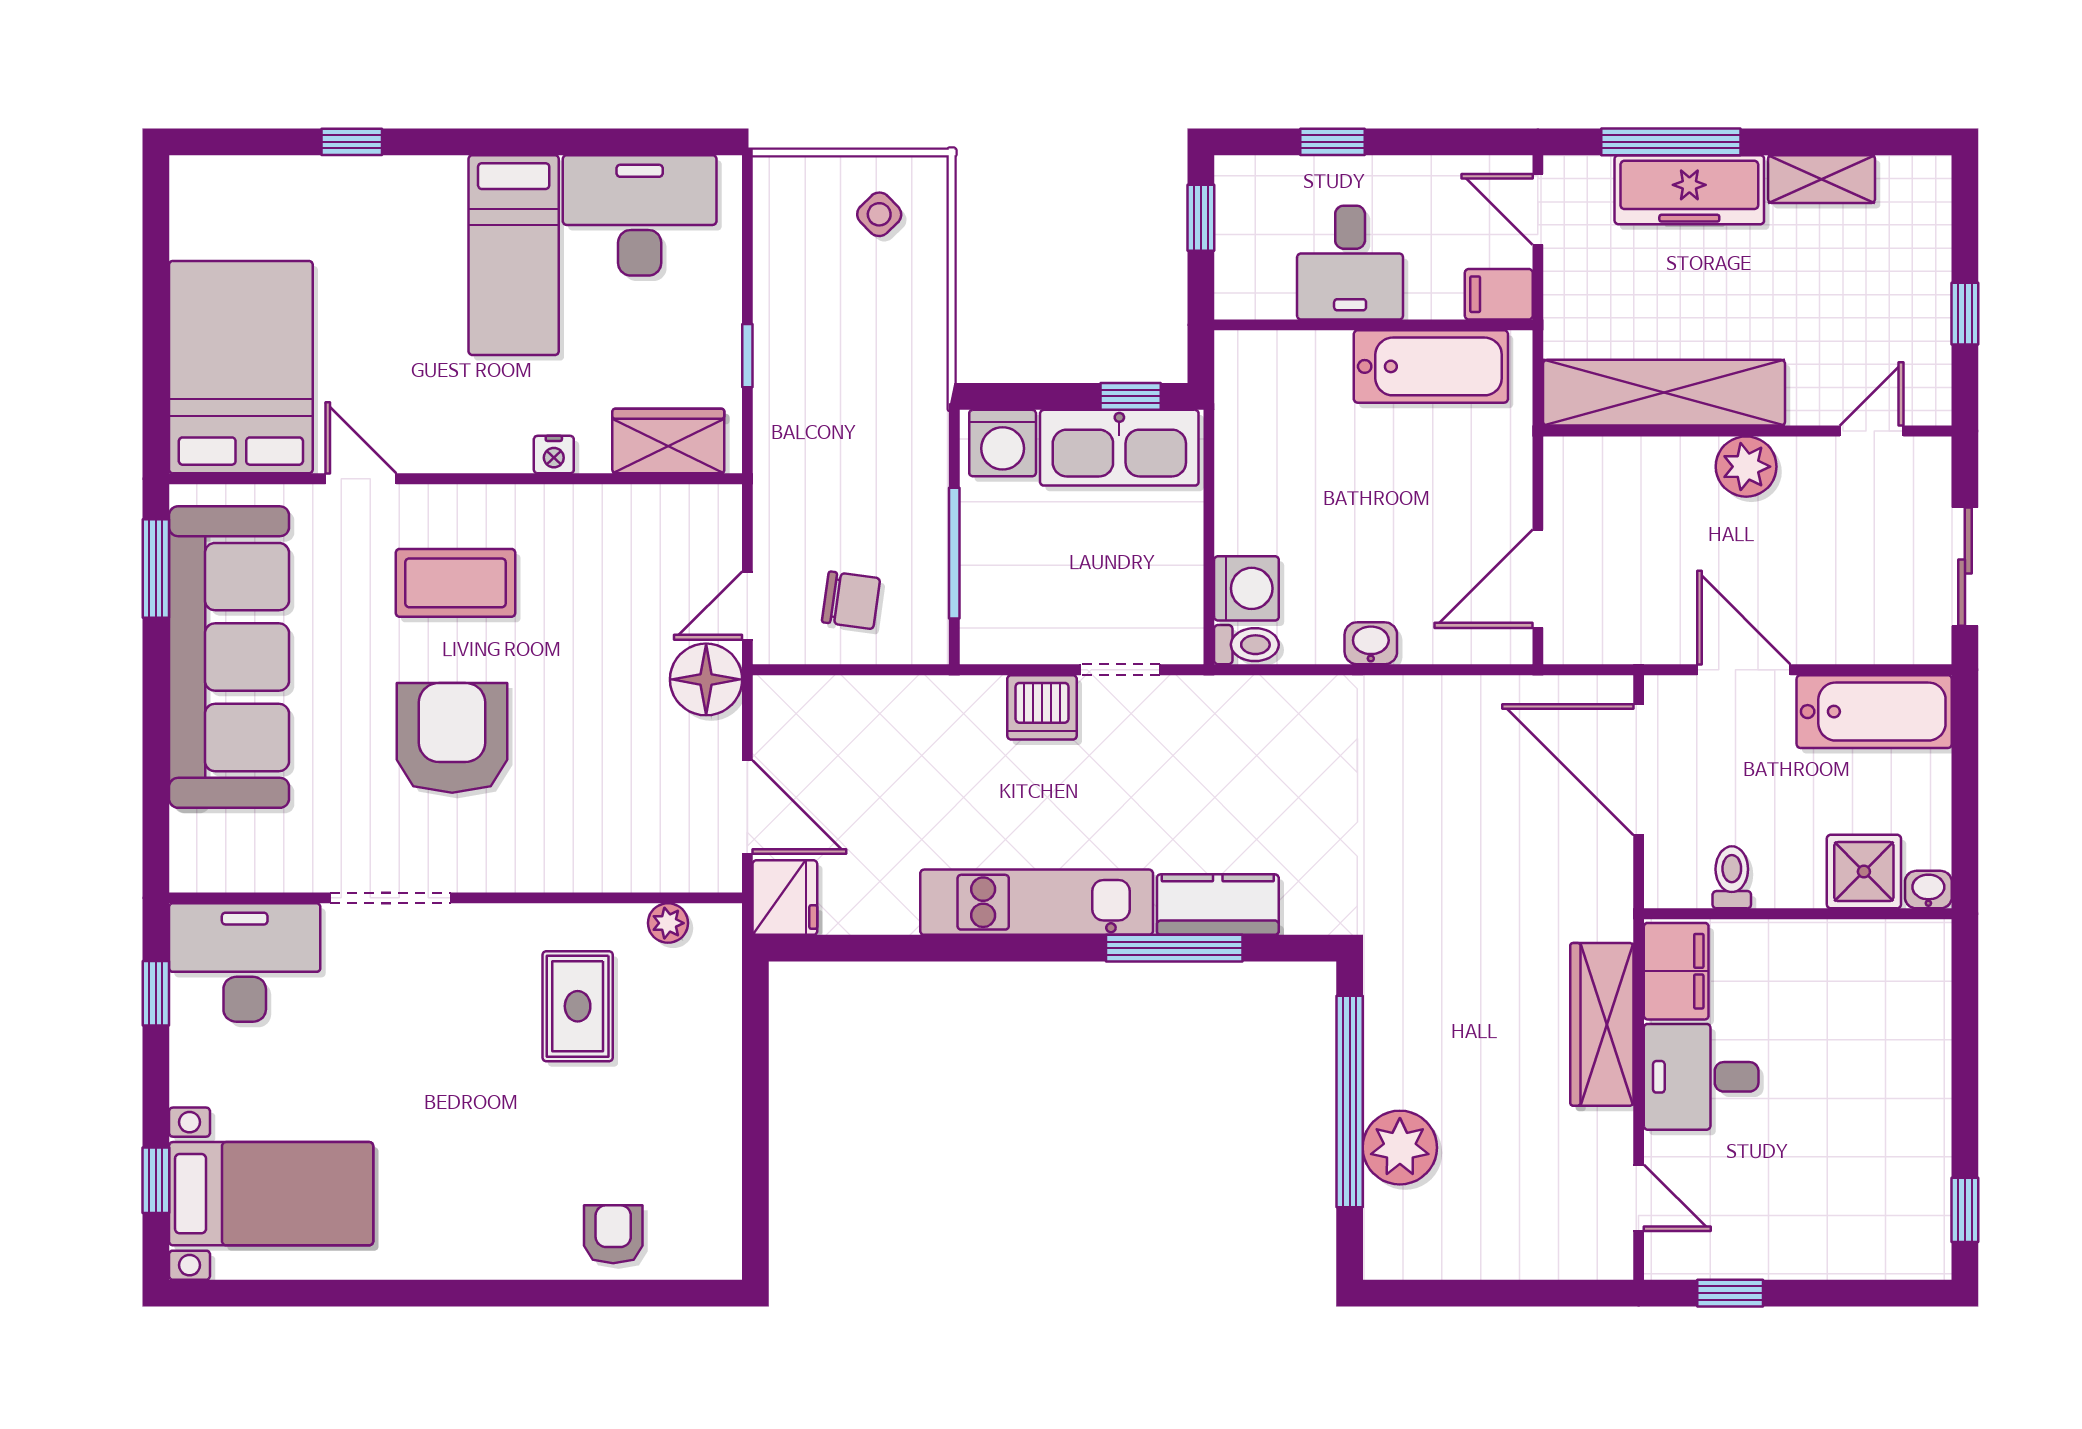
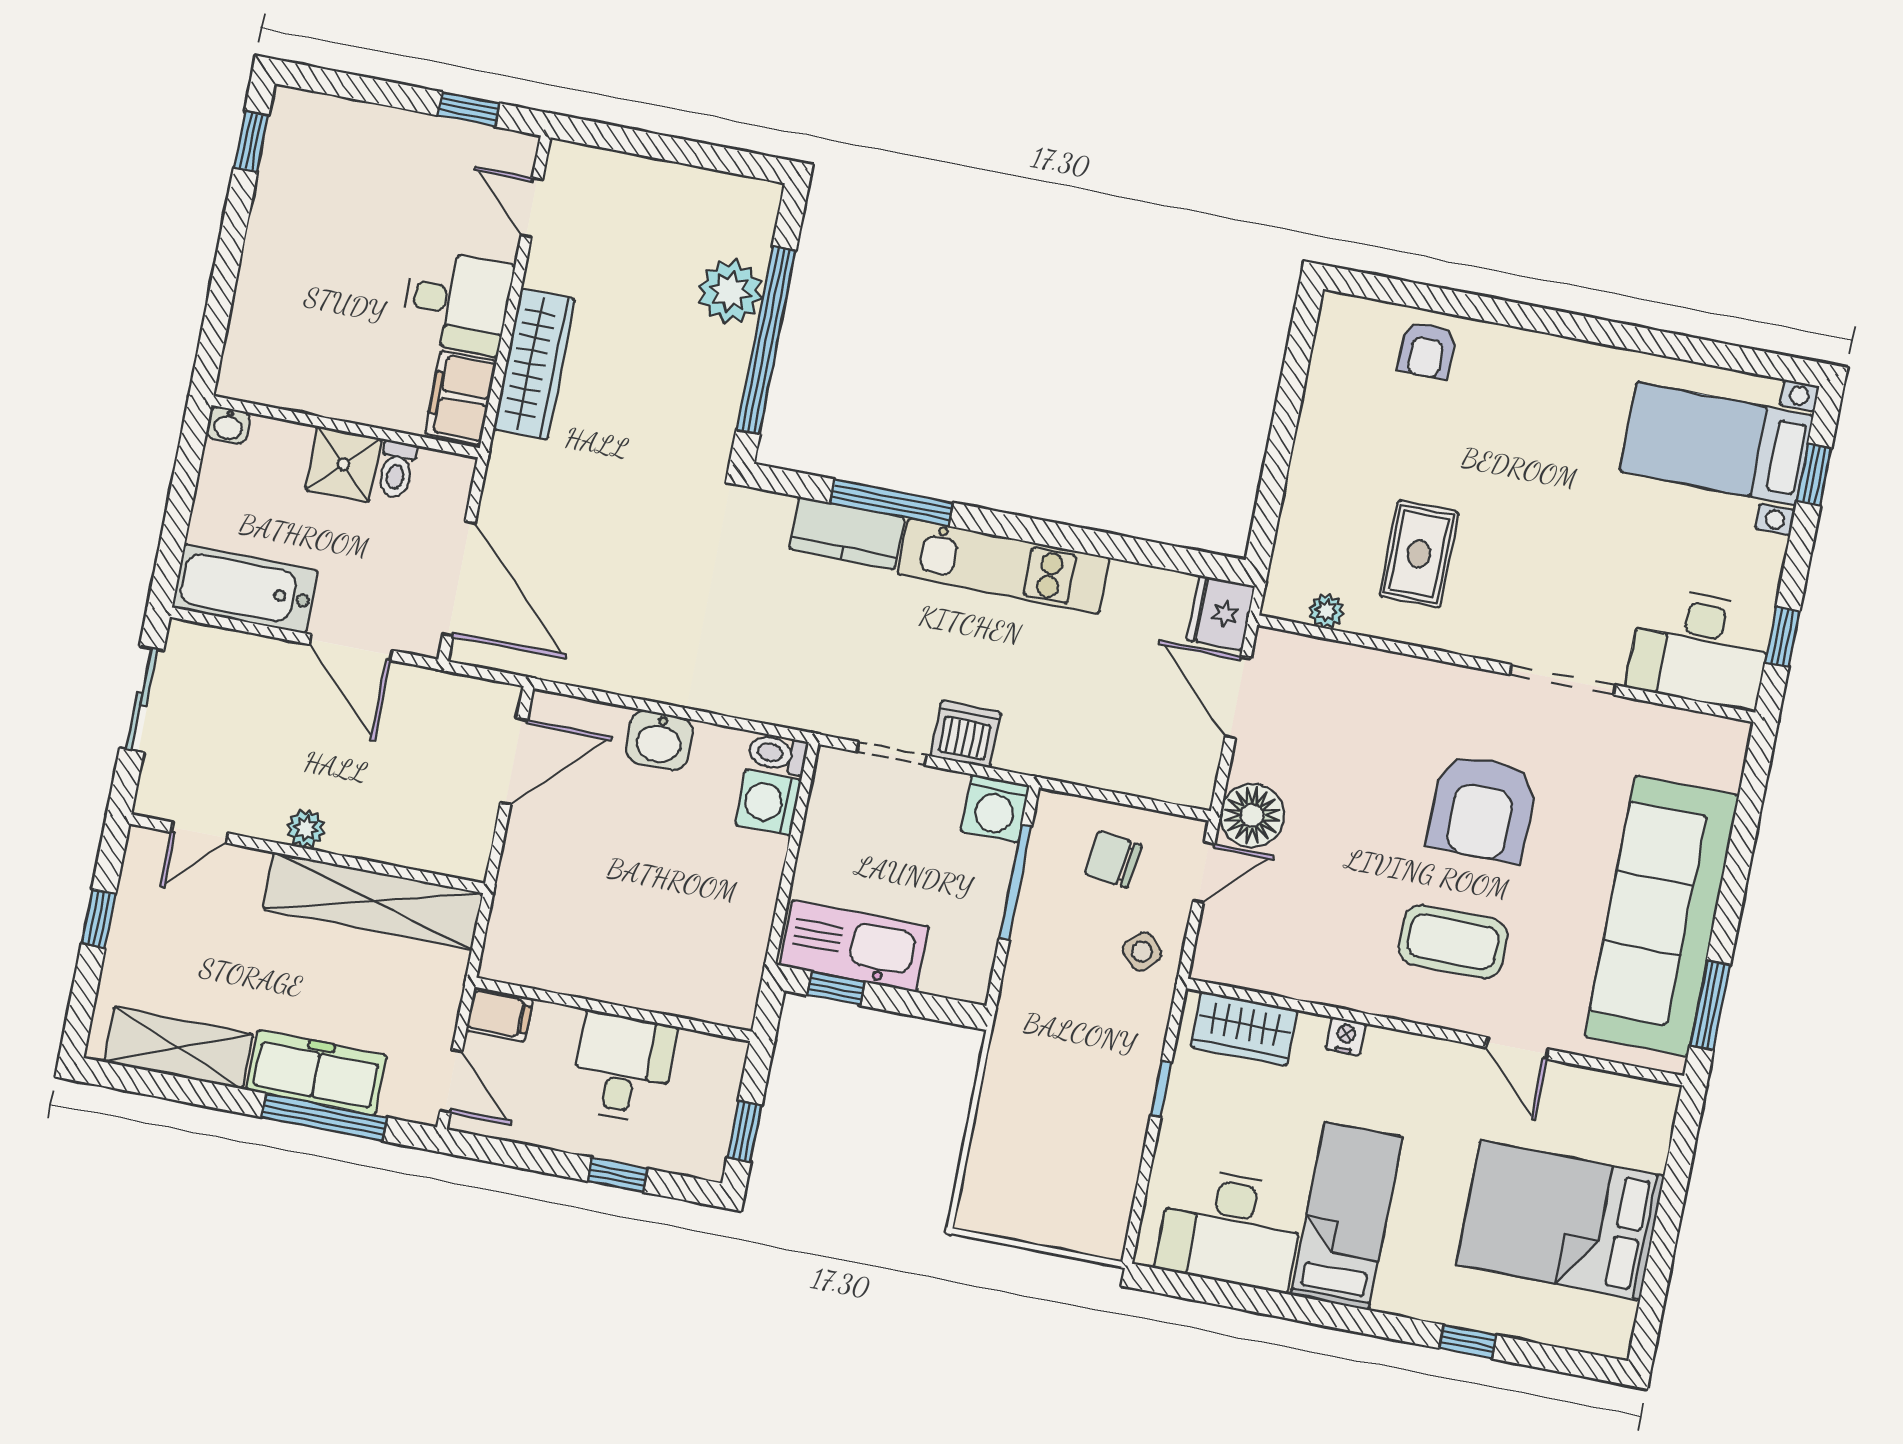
shelving: (1822, 179) -> (178, 1048), width x1.50, depth x1.33
side table: (879, 214) -> (1142, 952), moved
bathtub: (1431, 366) -> (571, 963), removed
bed: (241, 367) -> (1560, 1220), moved, turned 90
washing machine: (1003, 443) -> (995, 809), moved, turned 180
plant: (1746, 467) -> (306, 829), width x0.73, depth x0.73
washbasin: (1371, 643) -> (659, 740), width x1.38, depth x1.45
shower: (1864, 872) -> (343, 464), moved

